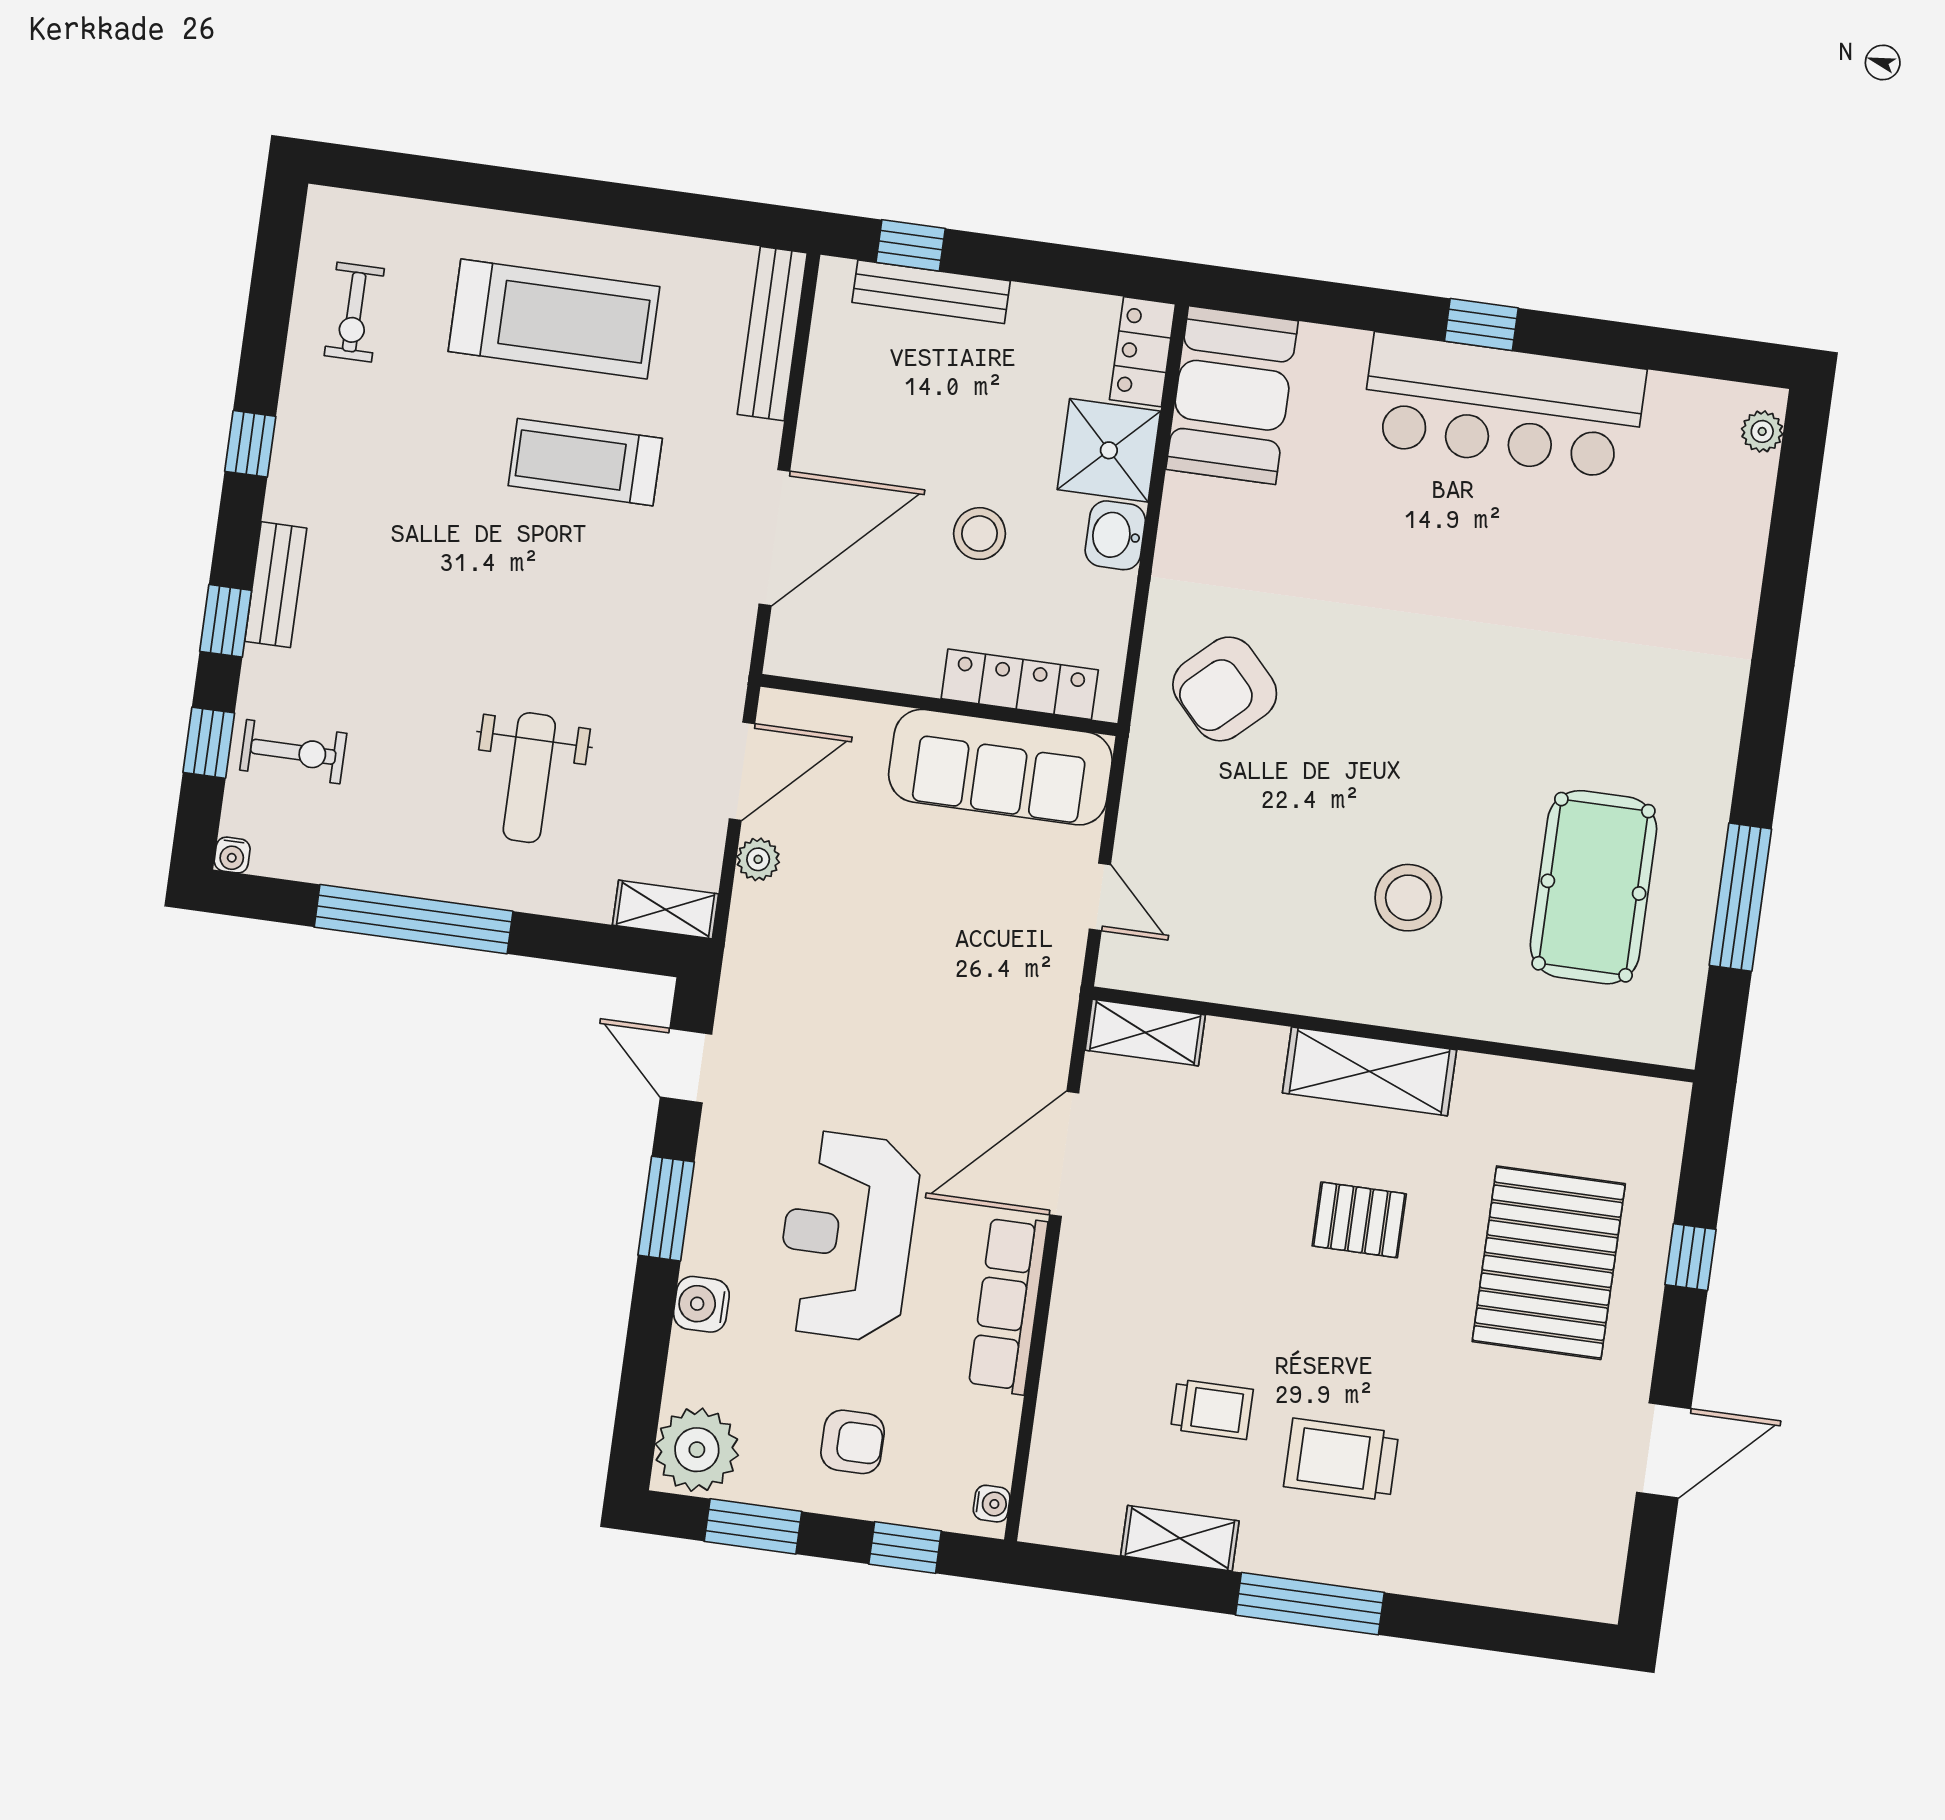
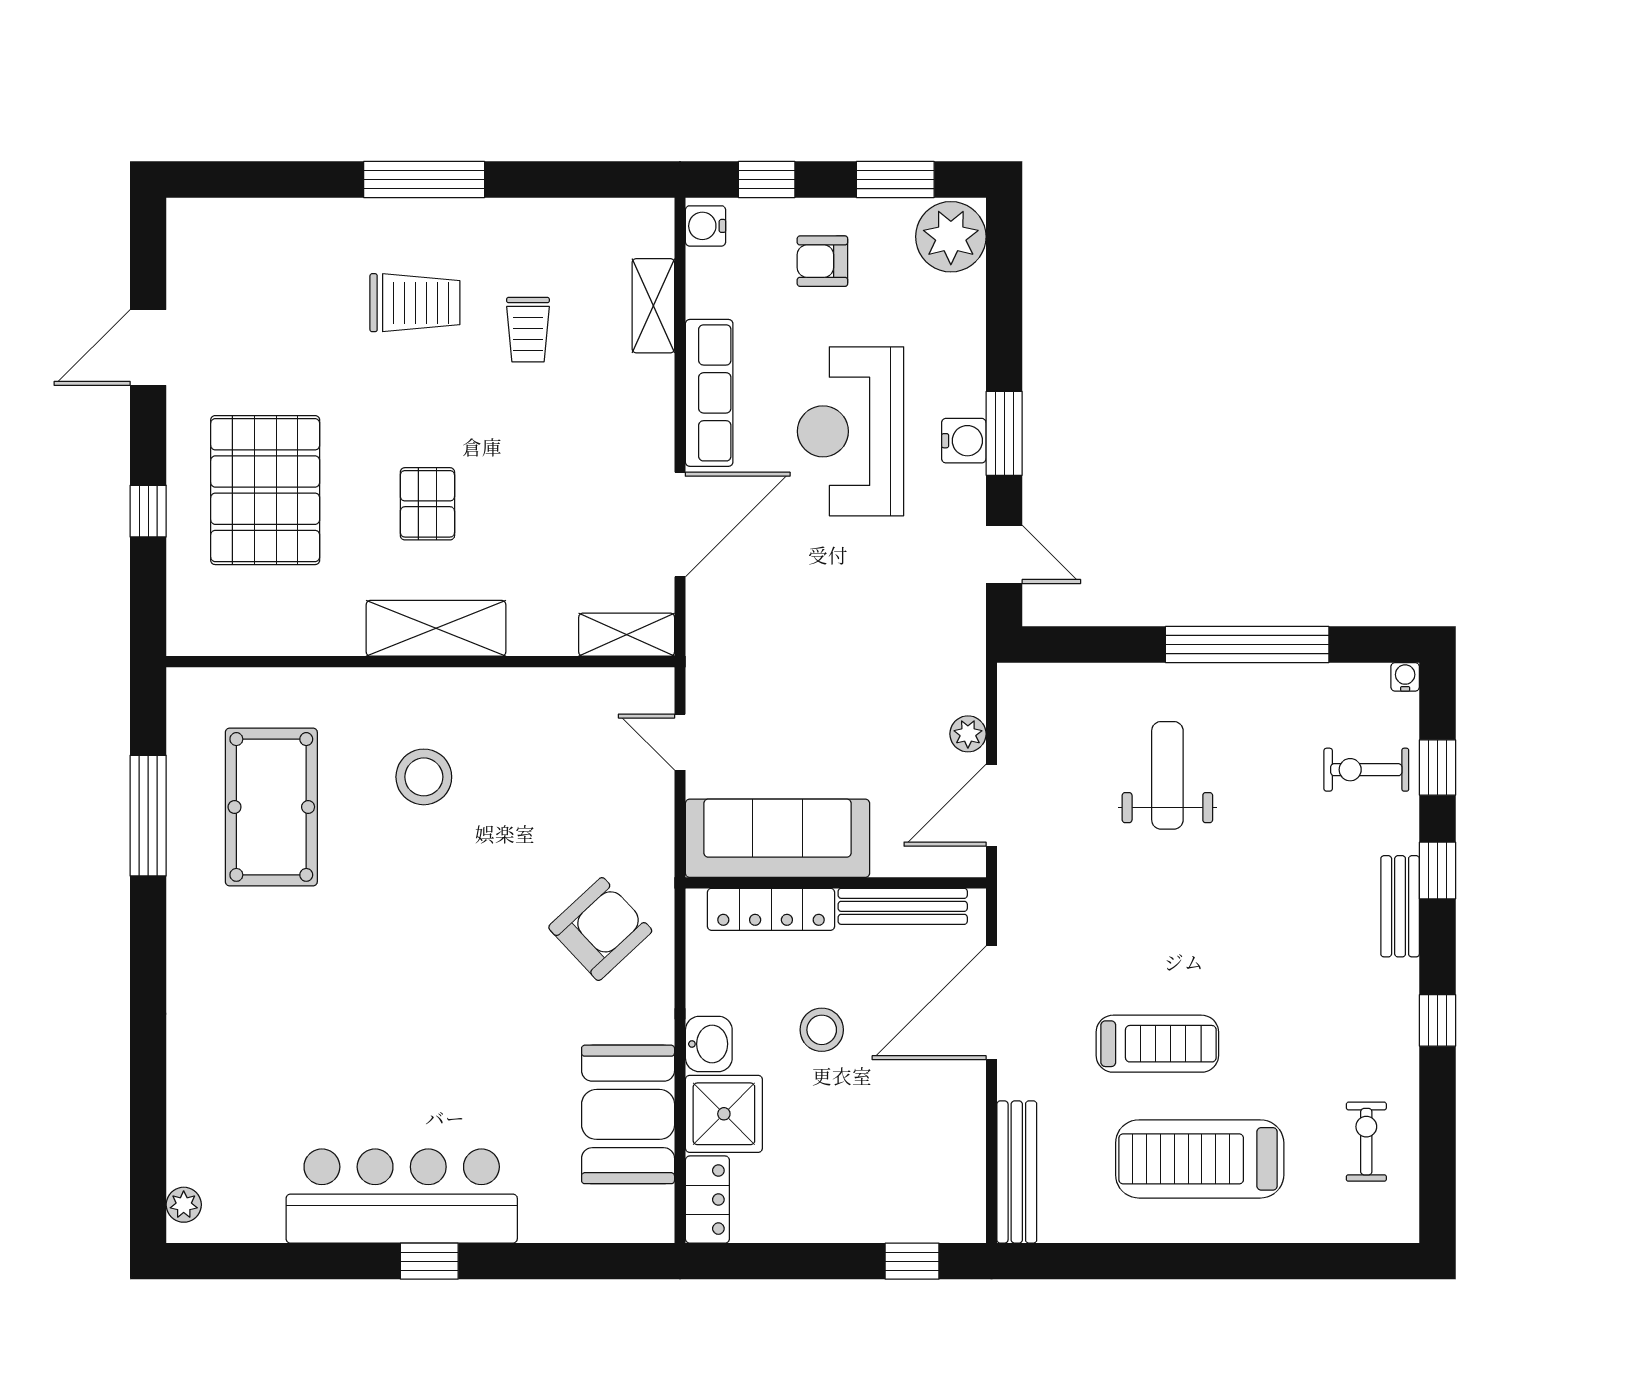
bench: (931, 292) -> (903, 906), moved
booth: (1232, 395) -> (628, 1114), moved
shelving: (665, 909) -> (1039, 682), removed
pallet: (1359, 1220) -> (427, 504), turned 90
reception desk: (847, 1236) -> (851, 431), turned 180
water cooler: (701, 1304) -> (964, 441), moved
trolley: (1212, 1409) -> (528, 330), turned -90
water cooler: (992, 1504) -> (706, 226), width x1.38, depth x1.38
shelving: (1180, 1538) -> (653, 306), moved, turned 90

